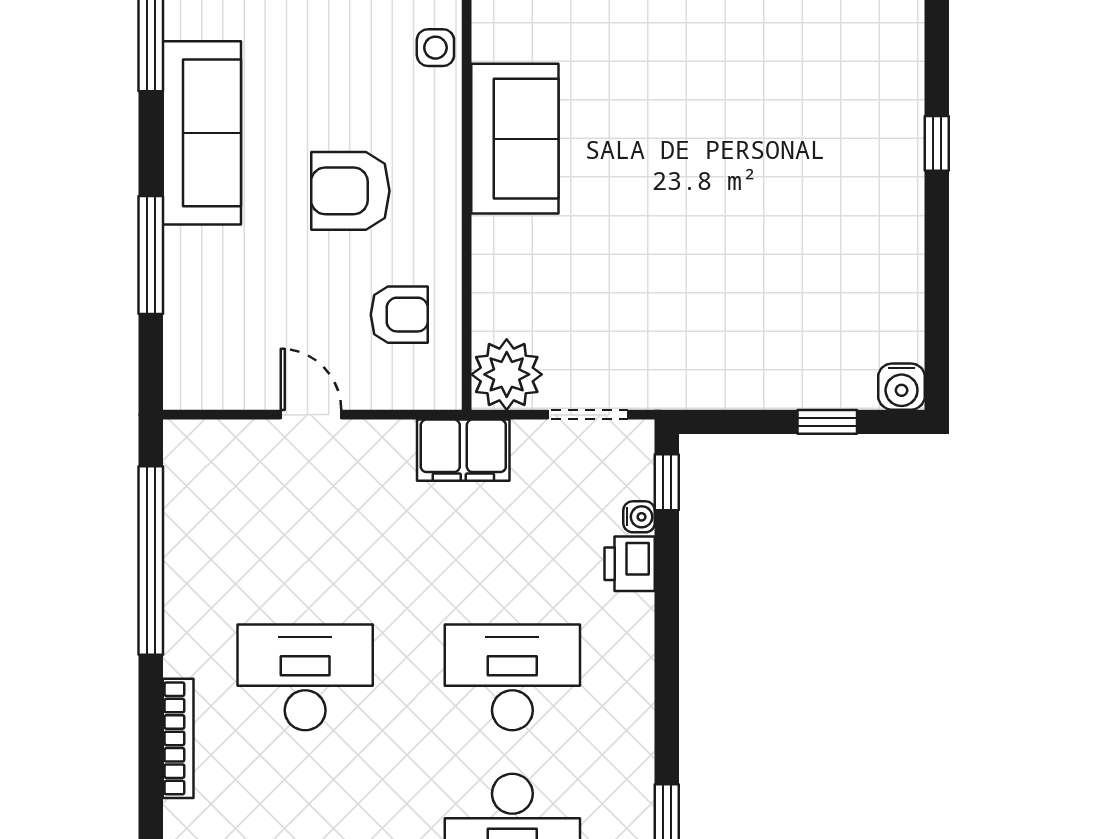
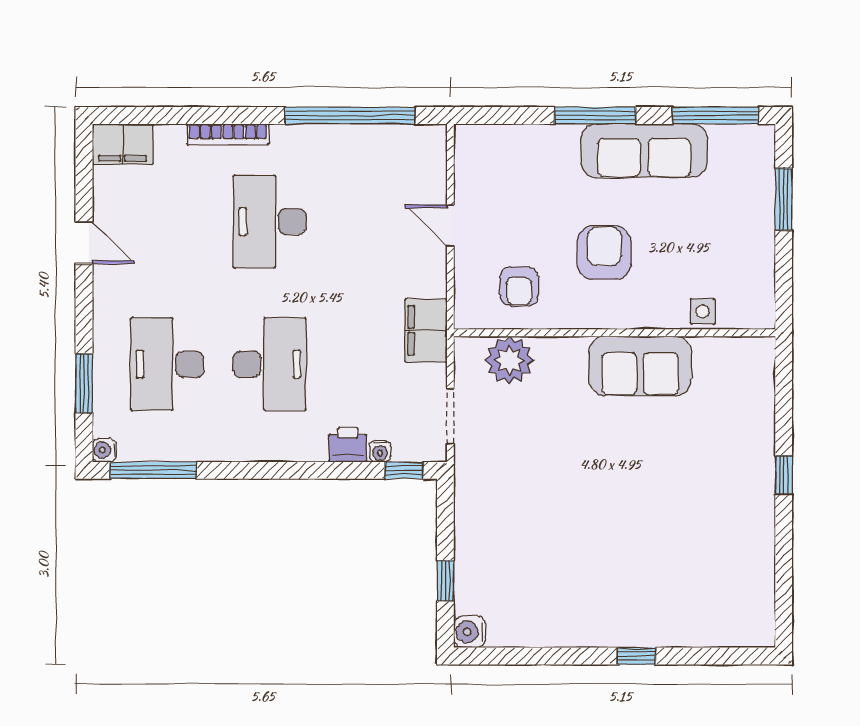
window: (151, 255) -> (595, 116), moved
plant: (507, 374) -> (509, 360), moved
door: (311, 415) -> (450, 226), swing flipped
desk: (305, 677) -> (270, 222), turned 180

